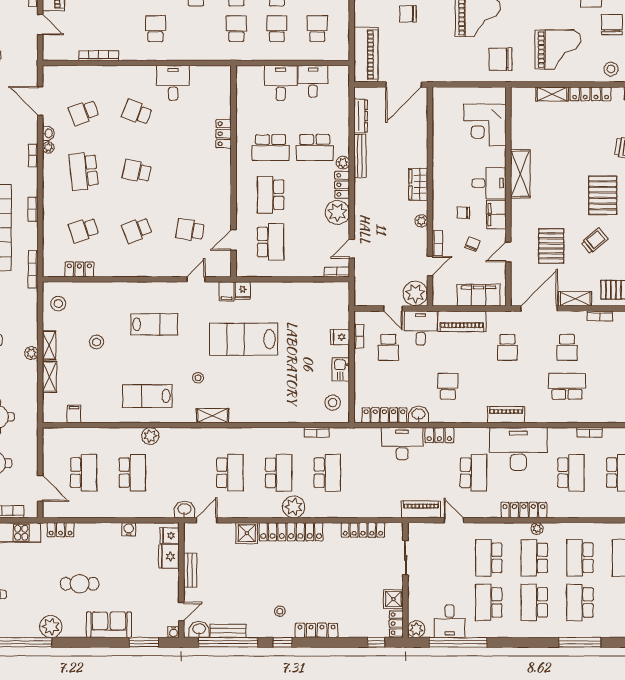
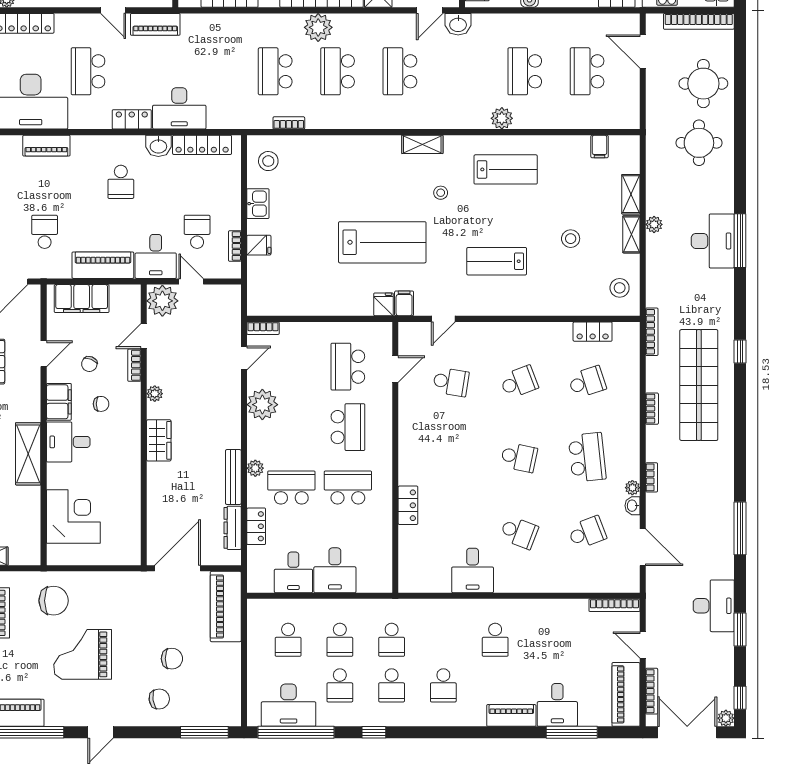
bookcase: (99, 56) -> (614, 605), moved
locker: (342, 185) -> (256, 526), moved

